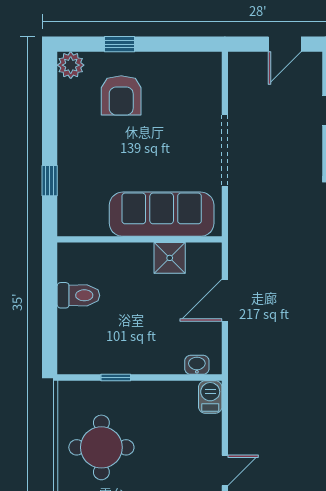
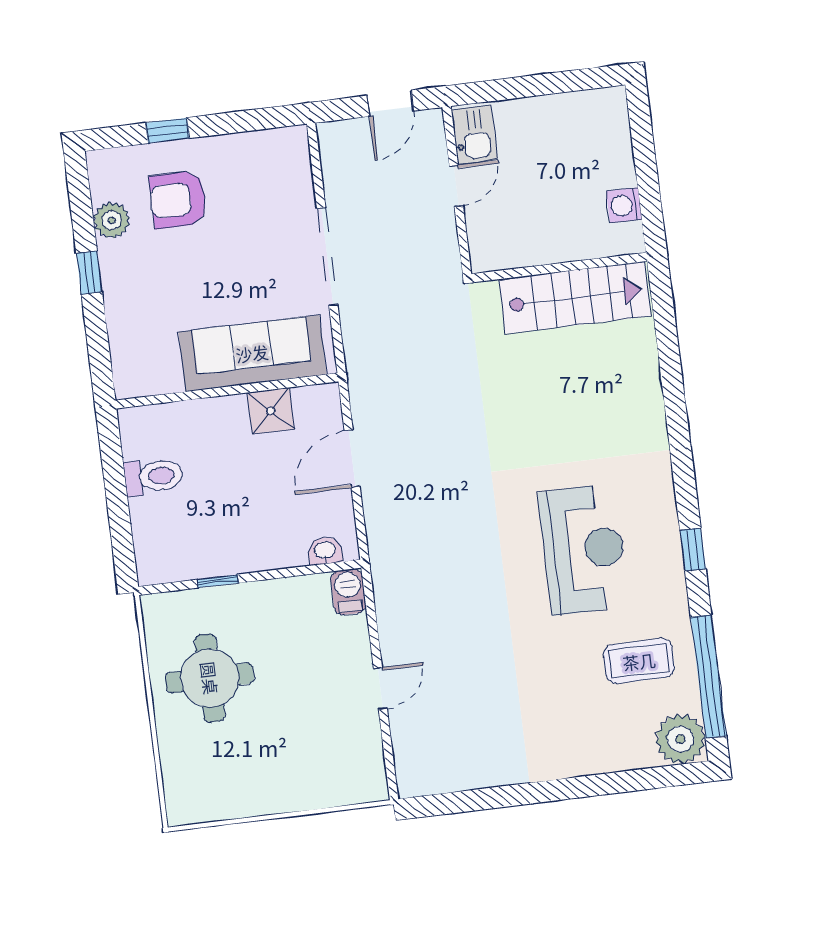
plant: (71, 65) -> (112, 220), moved
armchair: (121, 95) -> (178, 200), turned 90
window: (50, 181) -> (89, 273), moved

